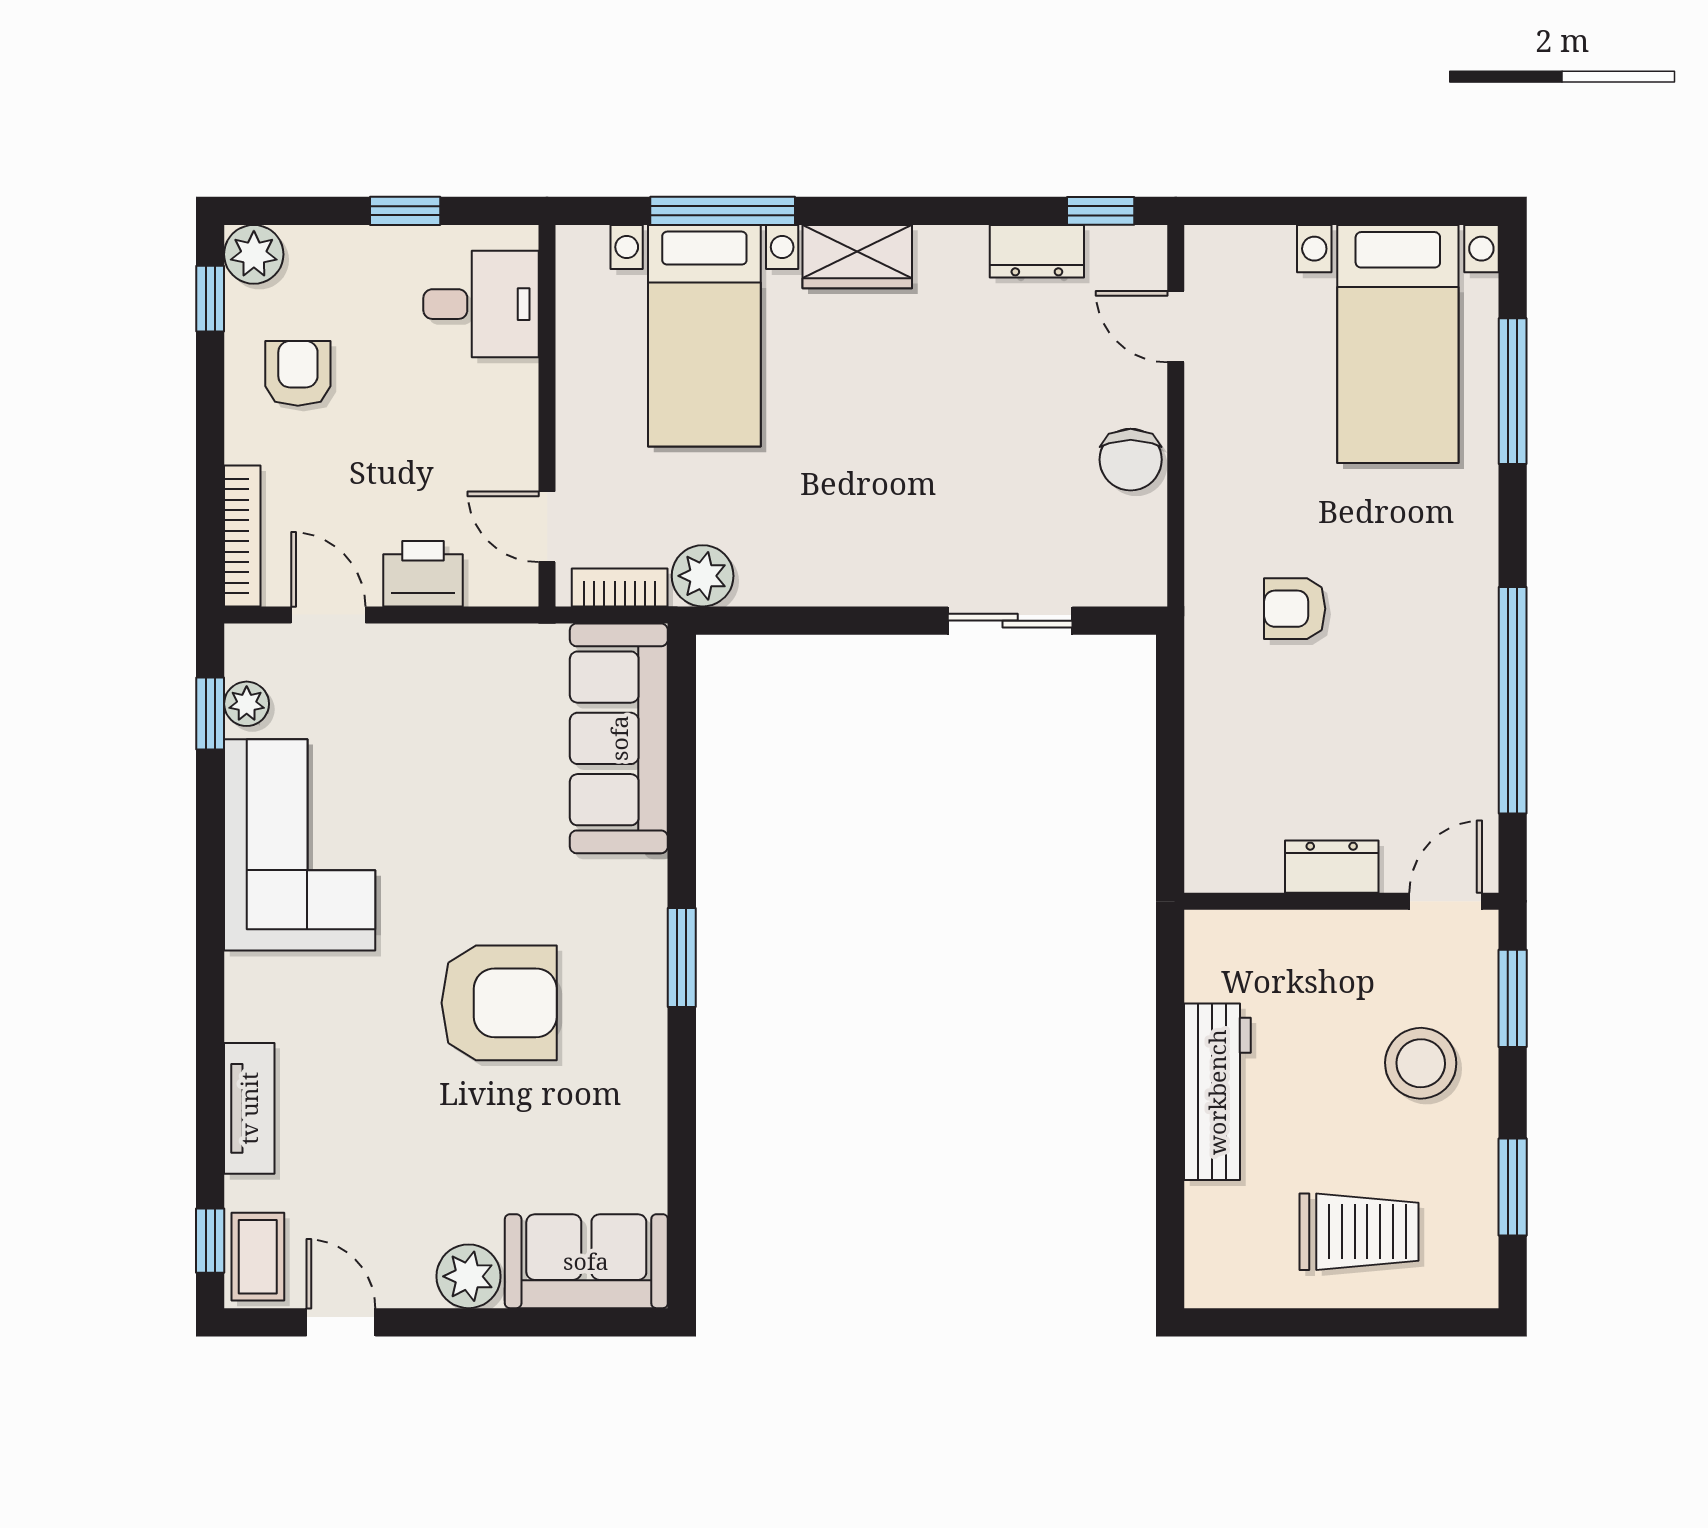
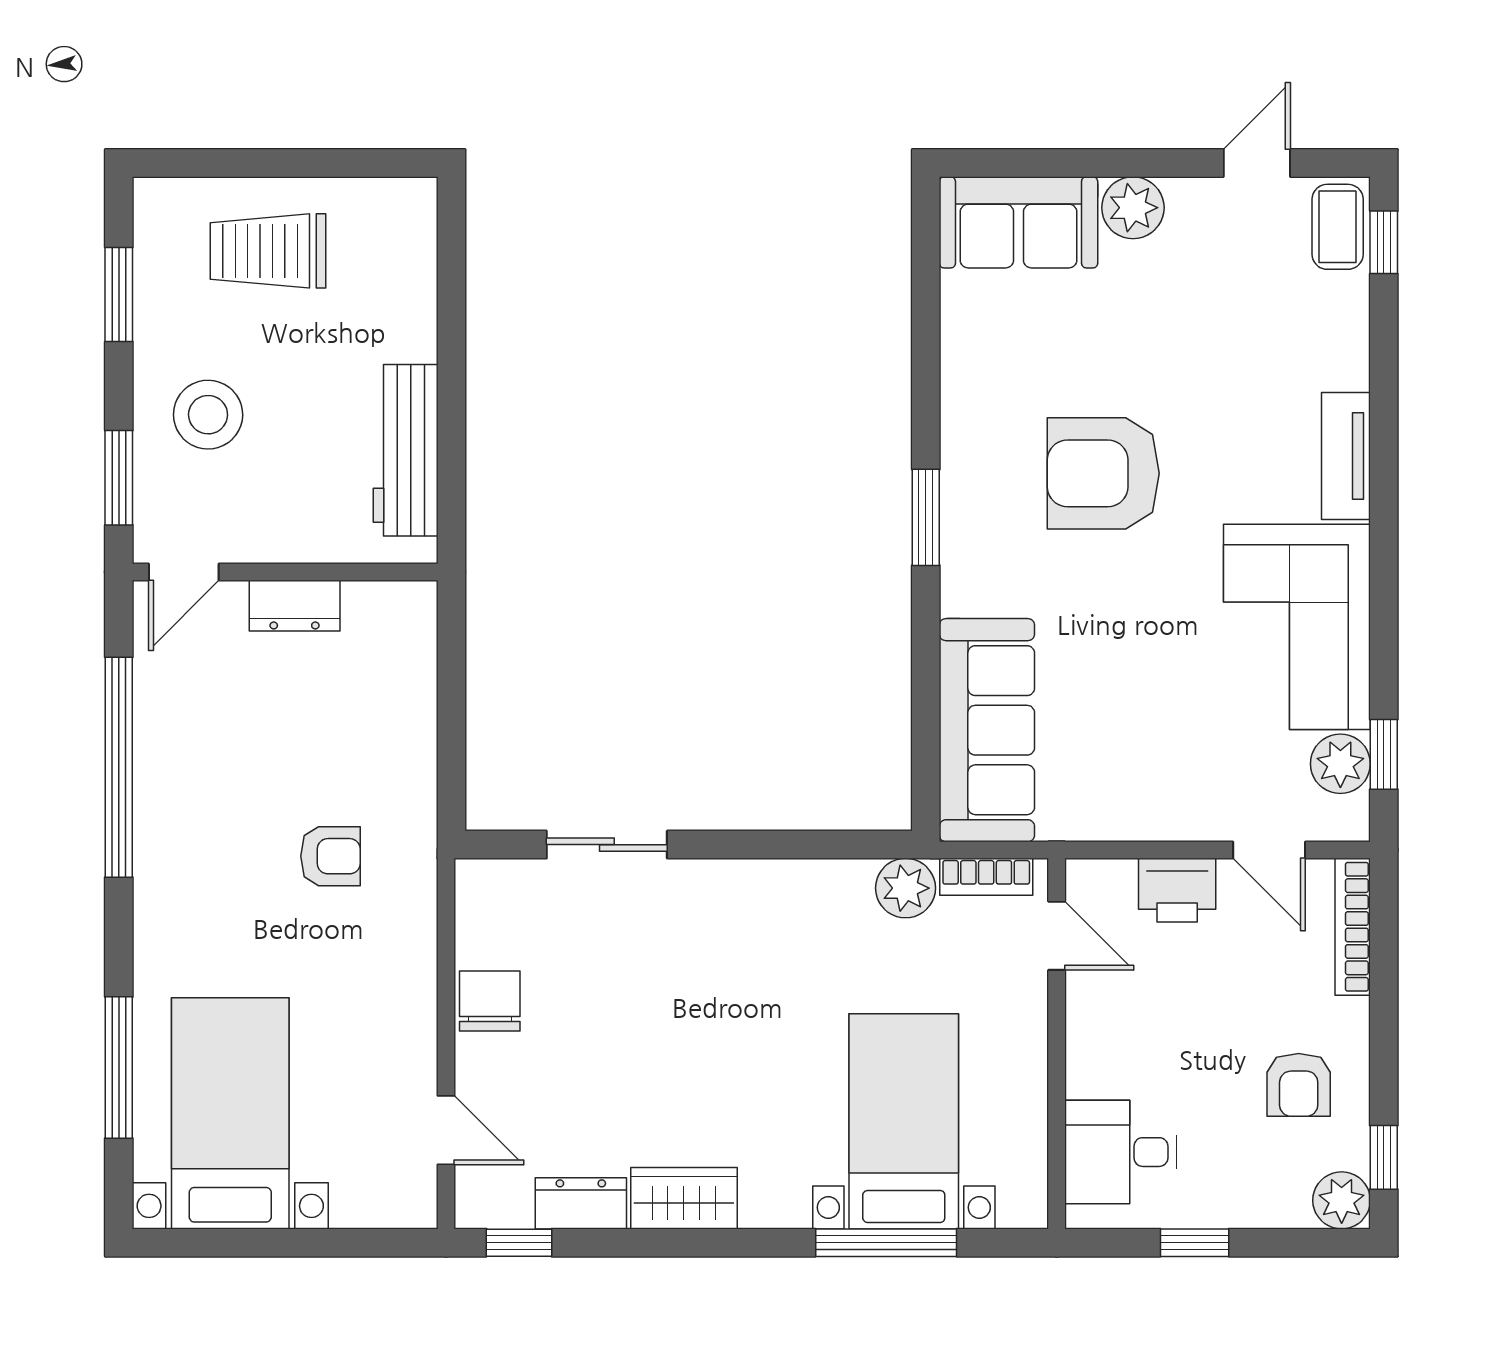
wardrobe: (857, 257) -> (684, 1198), moved
plant: (247, 704) -> (1340, 764), width x1.38, depth x1.38
workbench: (1217, 1092) -> (406, 450), moved
tv unit: (249, 1108) -> (1346, 456), moved
door: (341, 1322) -> (1257, 163), swing flipped

